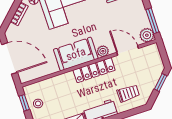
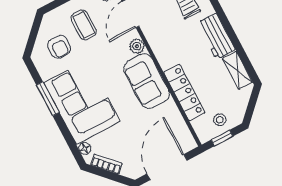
coffee table: (125, 14) -> (84, 25), added
locker: (94, 70) -> (184, 93), moved

